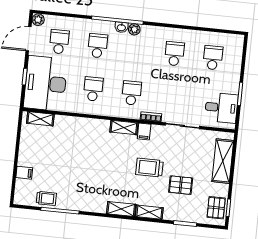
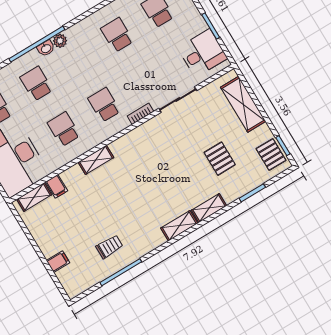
shelving: (124, 128) -> (96, 160), moved
filing cabinet: (144, 131) -> (57, 186), moved
trolley: (149, 168) -> (176, 164), removed
pallet: (181, 185) -> (220, 159), turned 90
trolley: (46, 198) -> (109, 247), moved

